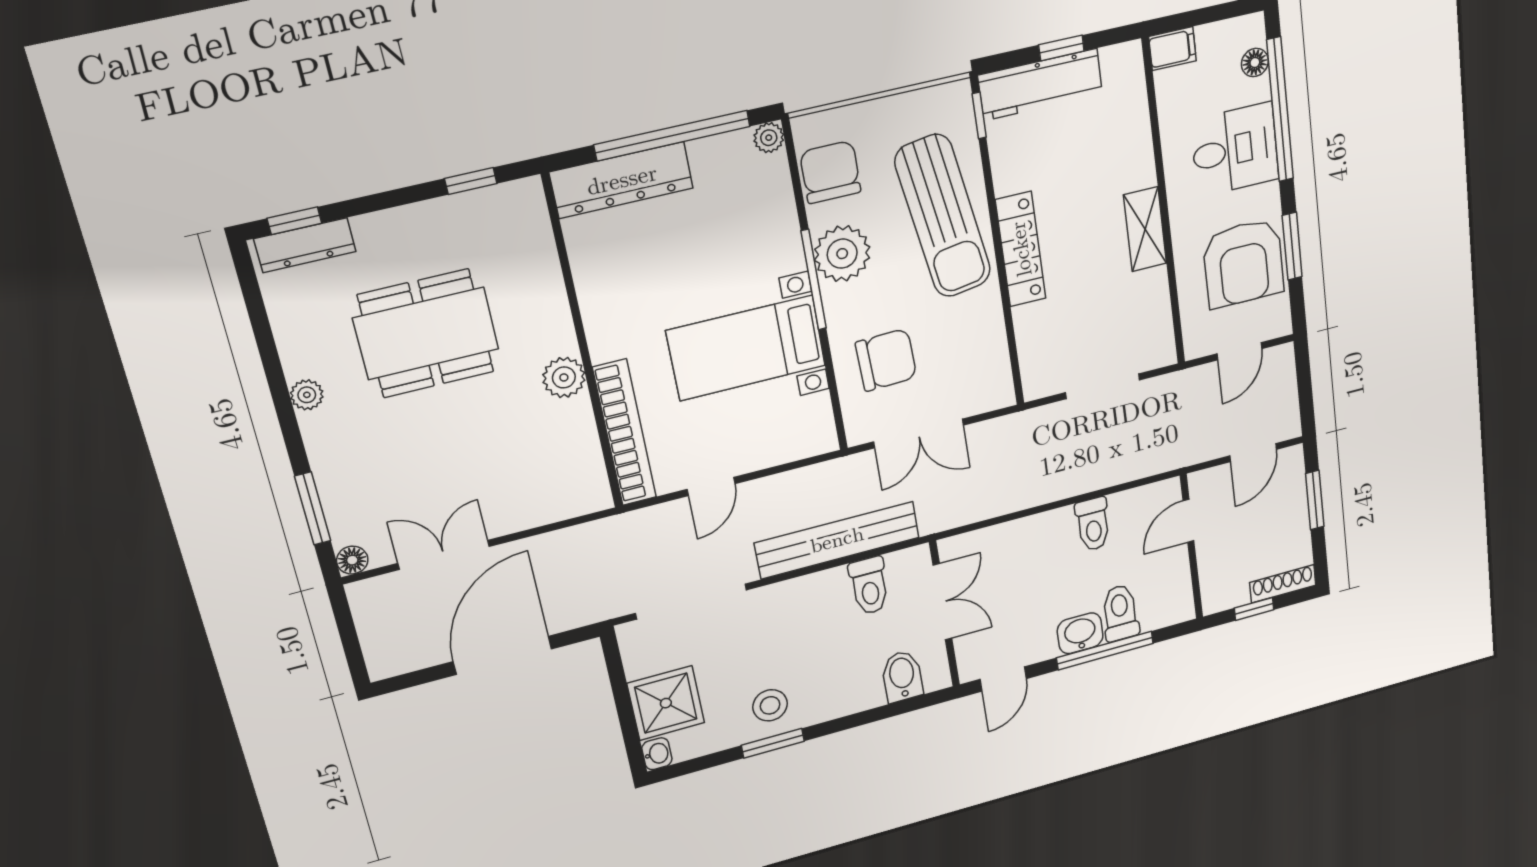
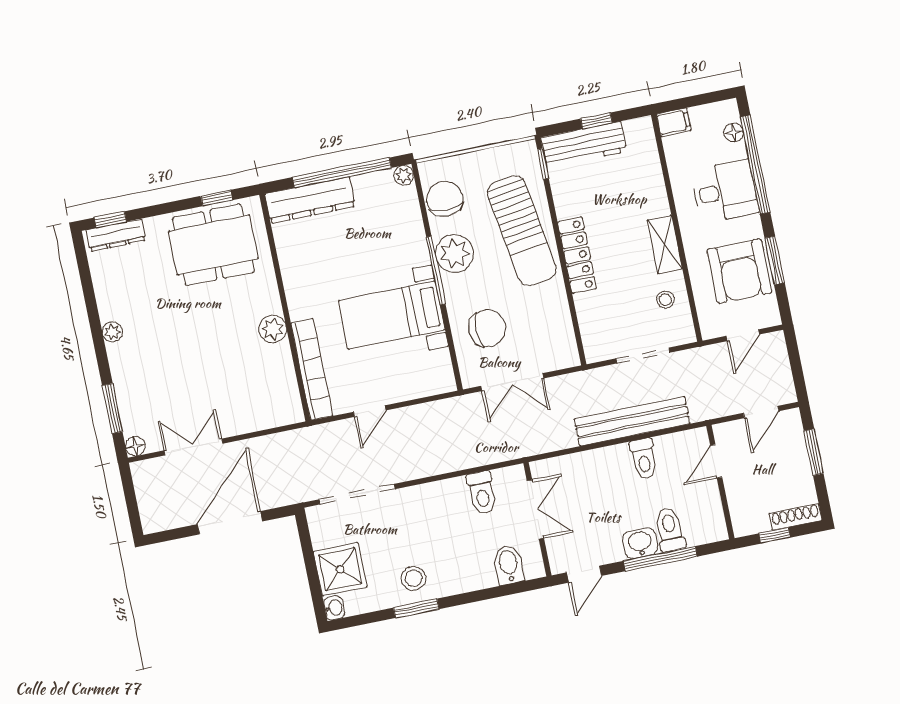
stool: (1139, 307) -> (665, 300), added
dining table: (426, 333) -> (213, 245), moved
bench: (837, 540) -> (632, 421), moved

